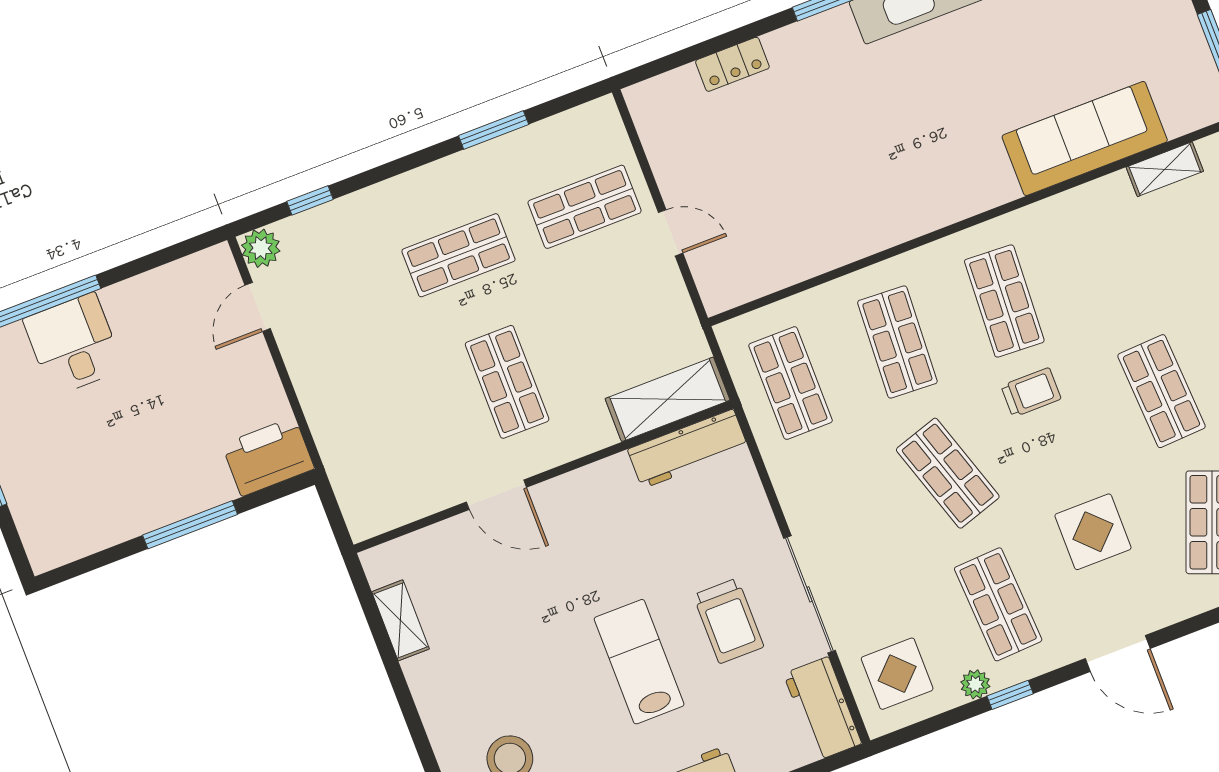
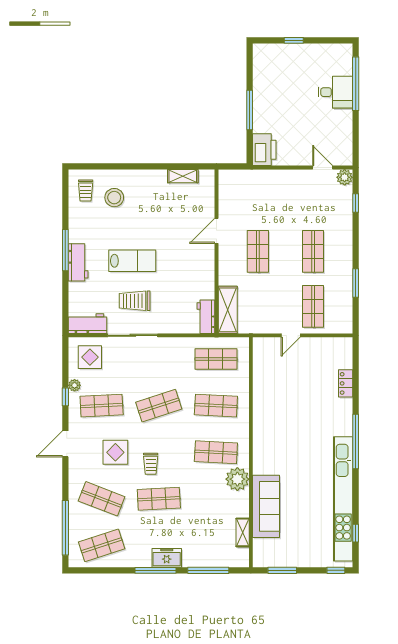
plant: (1047, 228) -> (237, 479), added
shop shelf: (507, 382) -> (258, 251), turned 90
trolley: (1031, 392) -> (151, 464), moved
workbench: (688, 449) -> (206, 317), width x0.73

